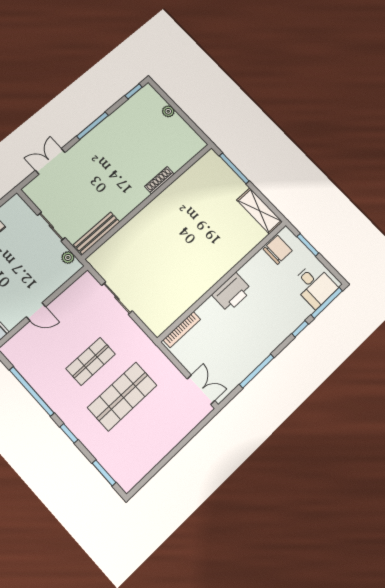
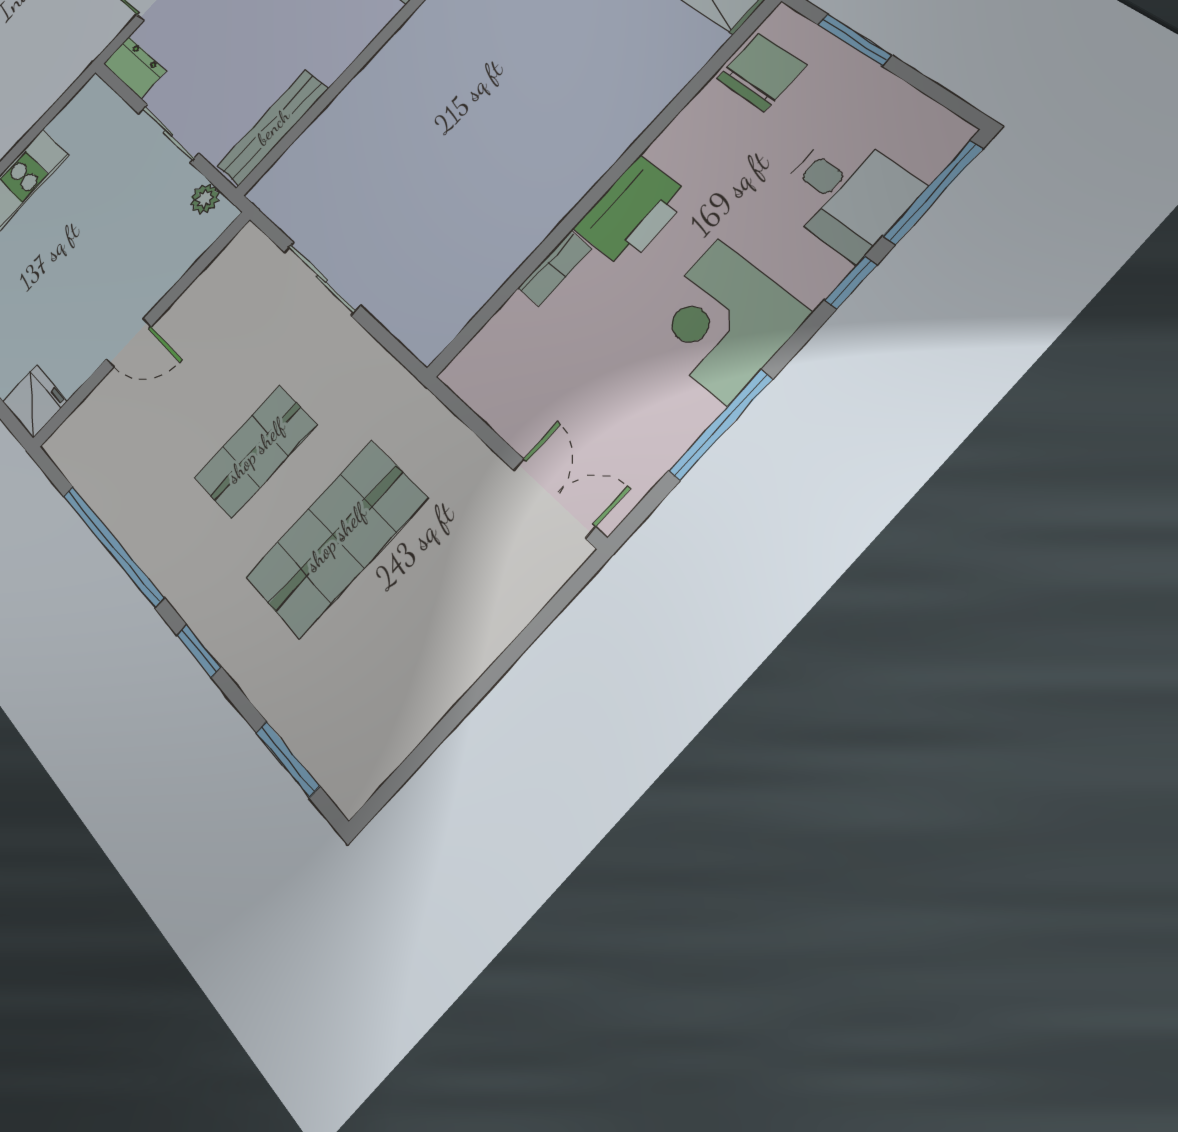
dresser: (35, 194) -> (135, 67), added
desk: (314, 285) -> (847, 193), moved
bookcase: (182, 330) -> (555, 268), moved, width x0.64
corner desk: (259, 336) -> (722, 321), added

